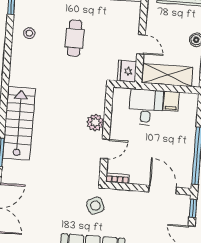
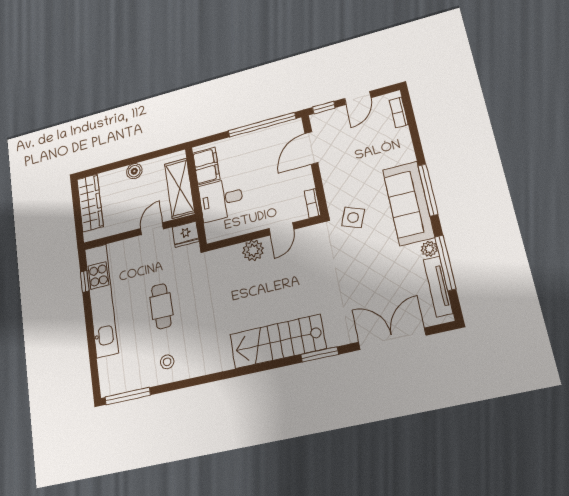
cafe table: (75, 38) -> (161, 306), turned 90
filing cabinet: (171, 101) -> (206, 166), width x2.00
door: (105, 149) -> (281, 229), swing flipped
side table: (95, 206) -> (353, 217), turned 45

